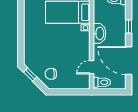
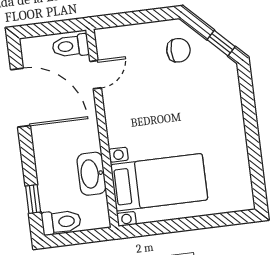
window: (129, 26) -> (33, 199), moved
washbasin: (99, 33) -> (92, 174), moved

